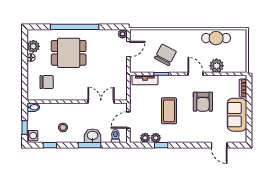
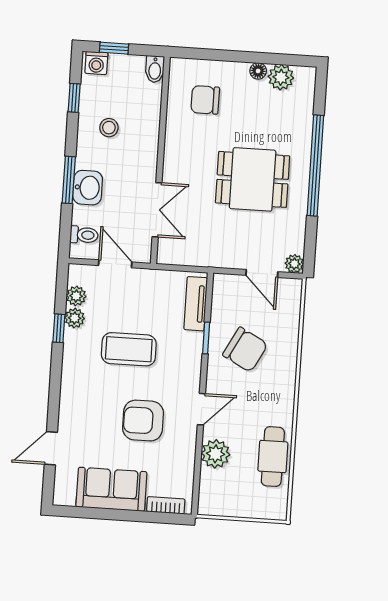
dining table: (69, 53) -> (253, 179), moved, turned 90
chair: (47, 82) -> (205, 100), turned 90

